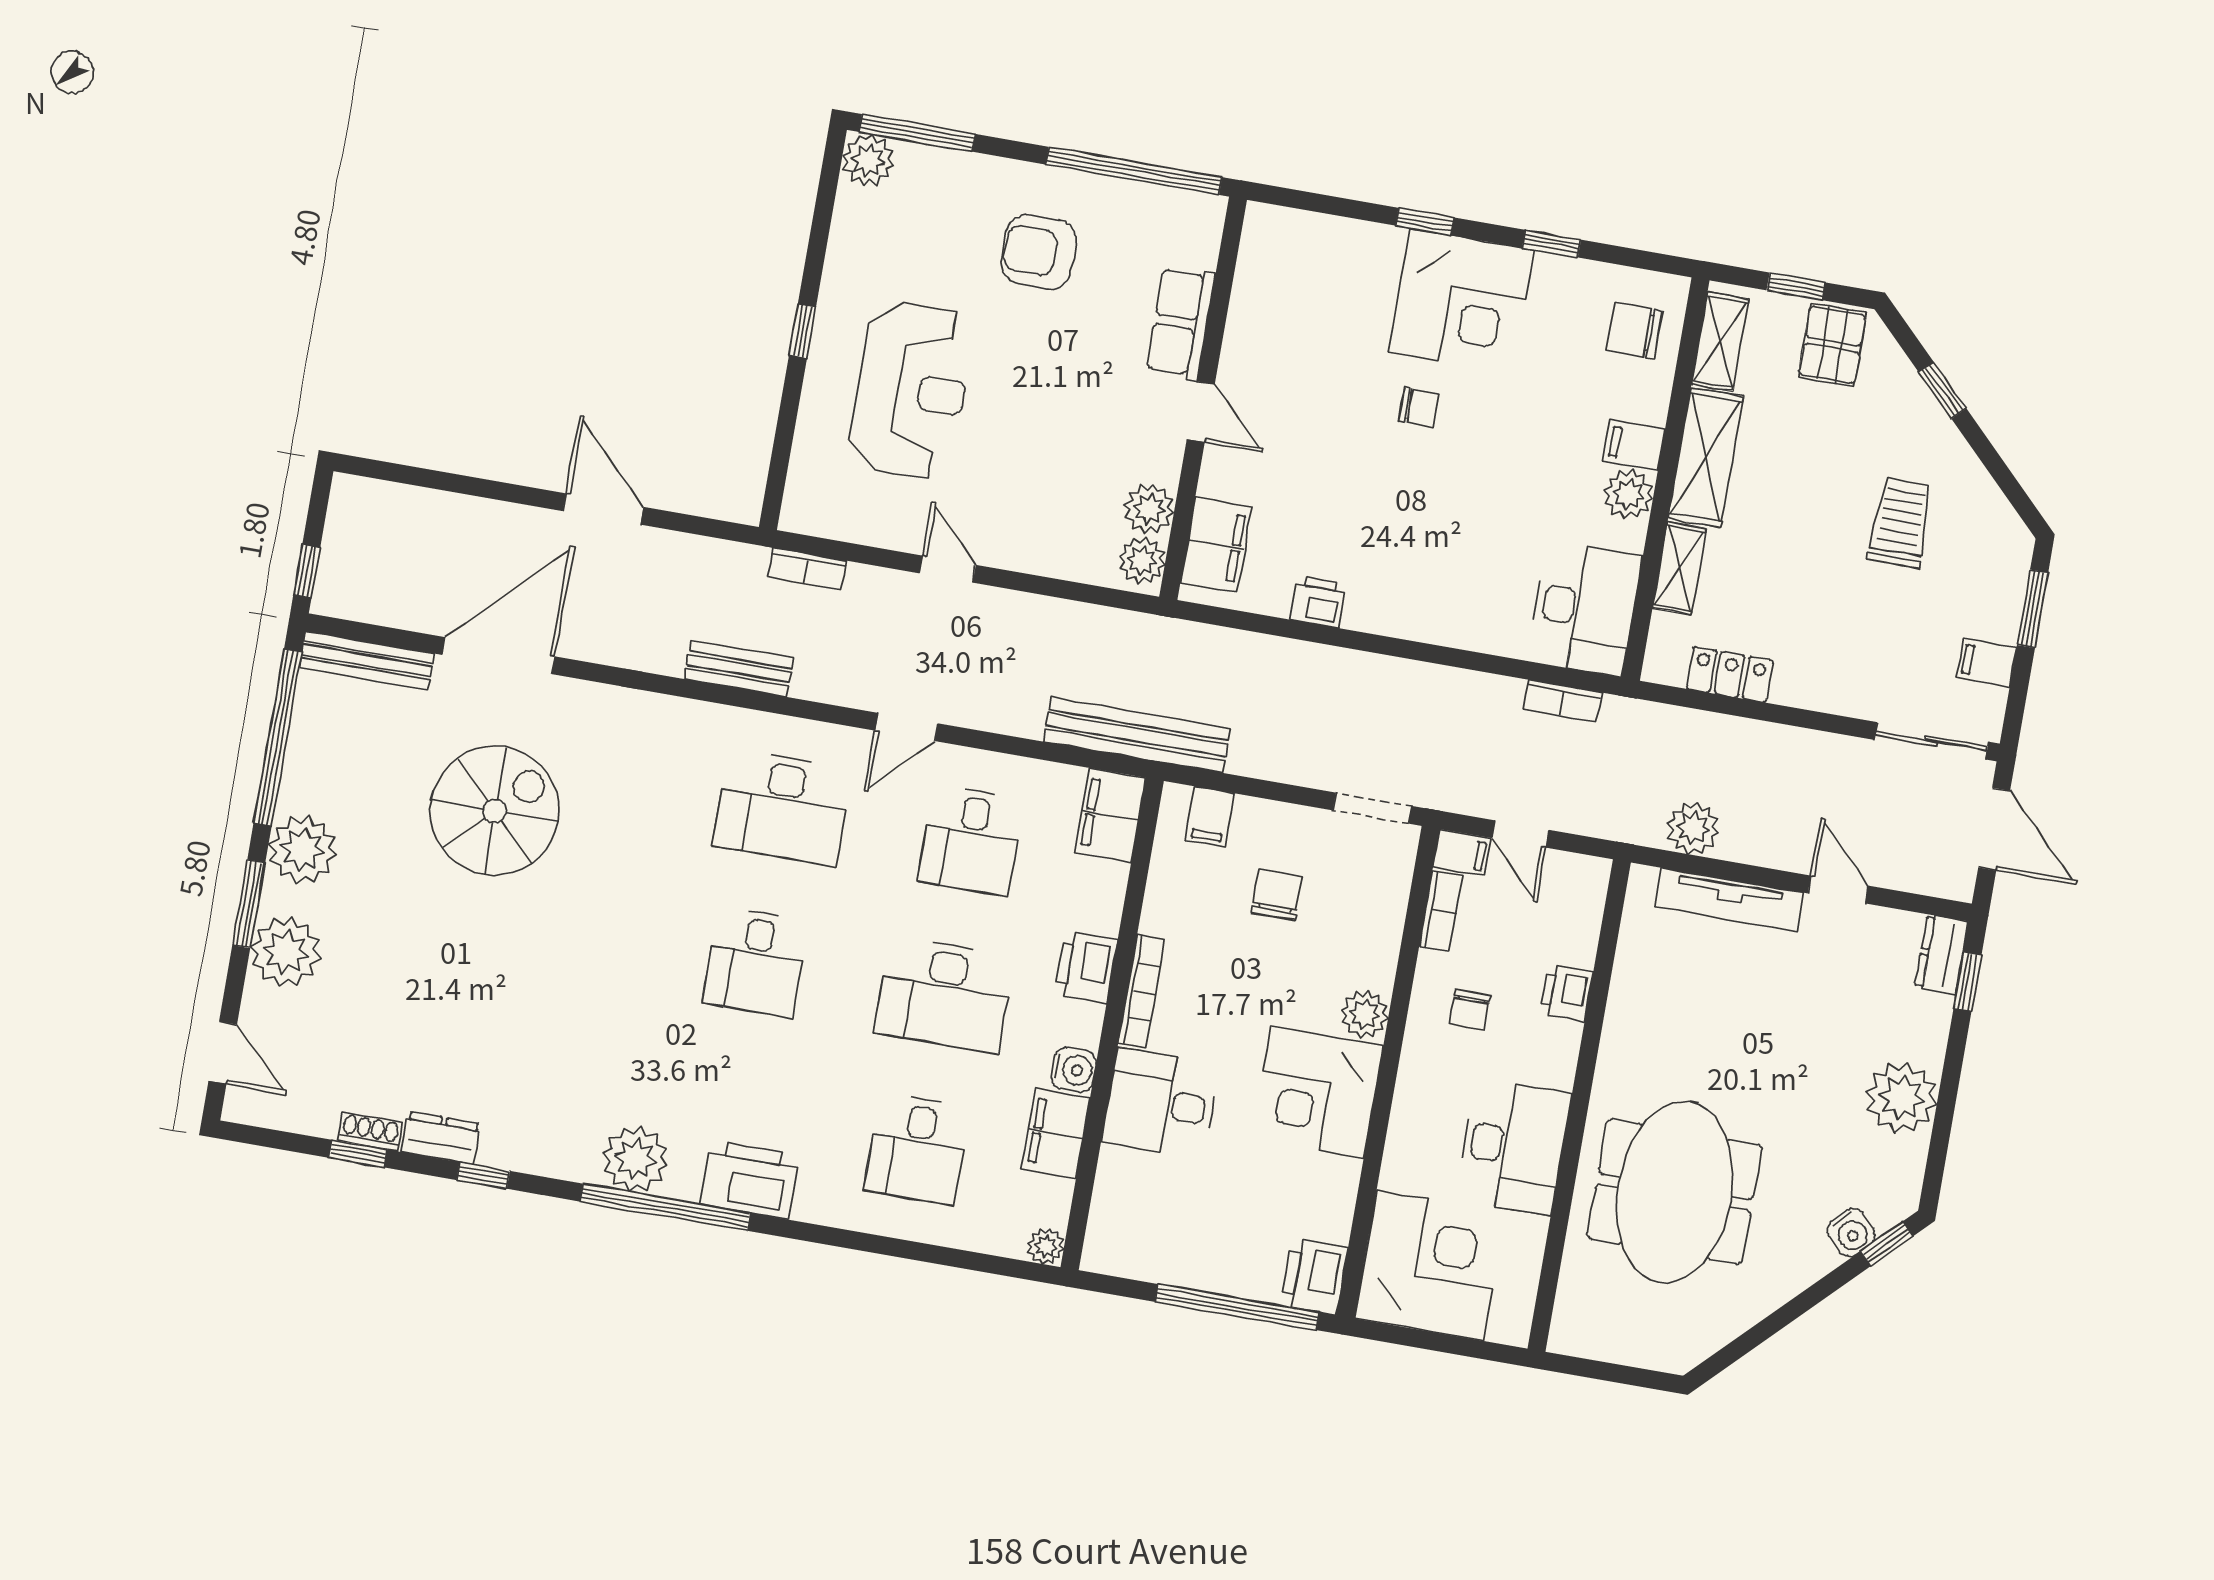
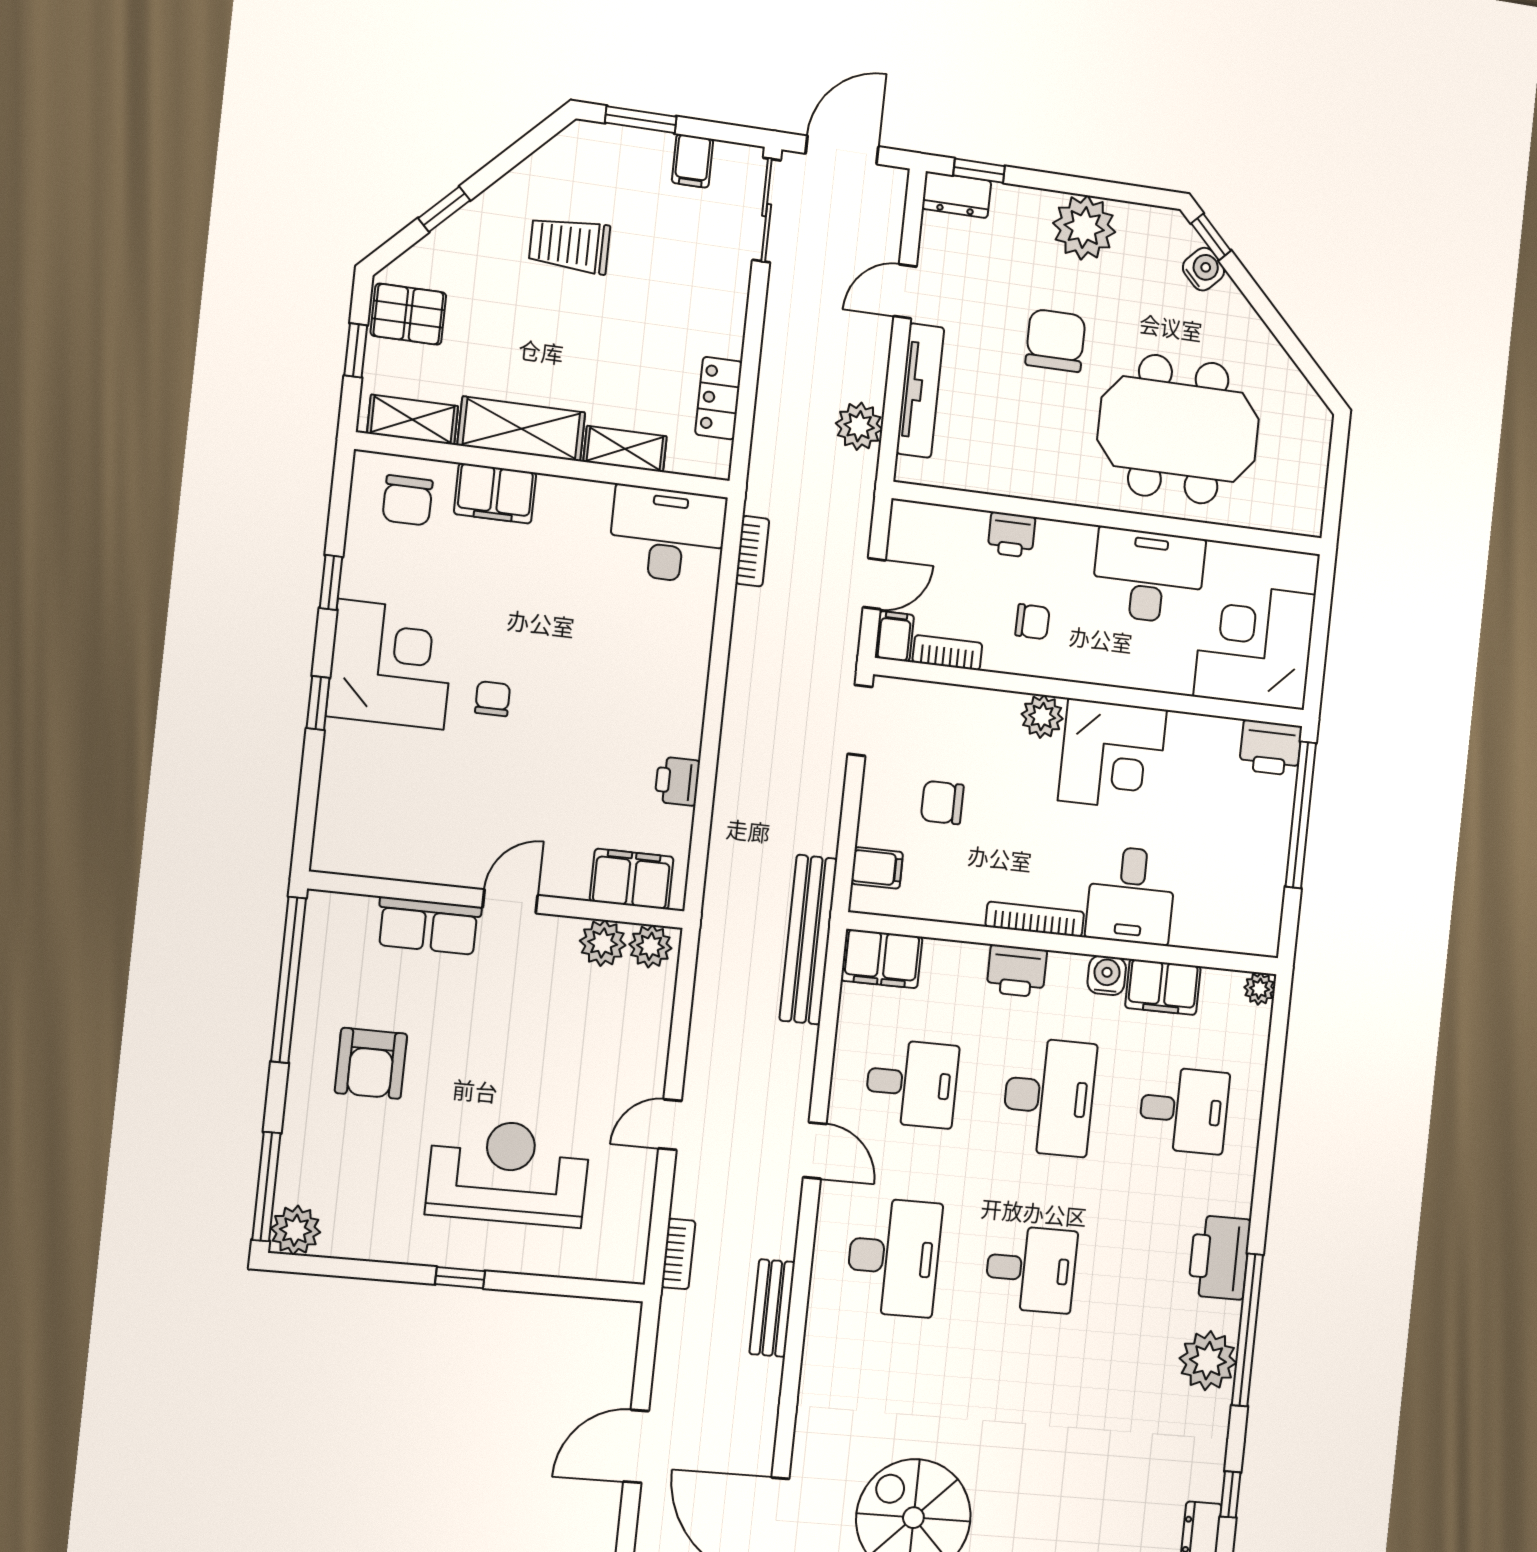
filing cabinet: (1634, 445) -> (495, 493), width x2.00
plant: (1629, 494) -> (560, 499), removed
chair: (1778, 1057) -> (1056, 340), added

